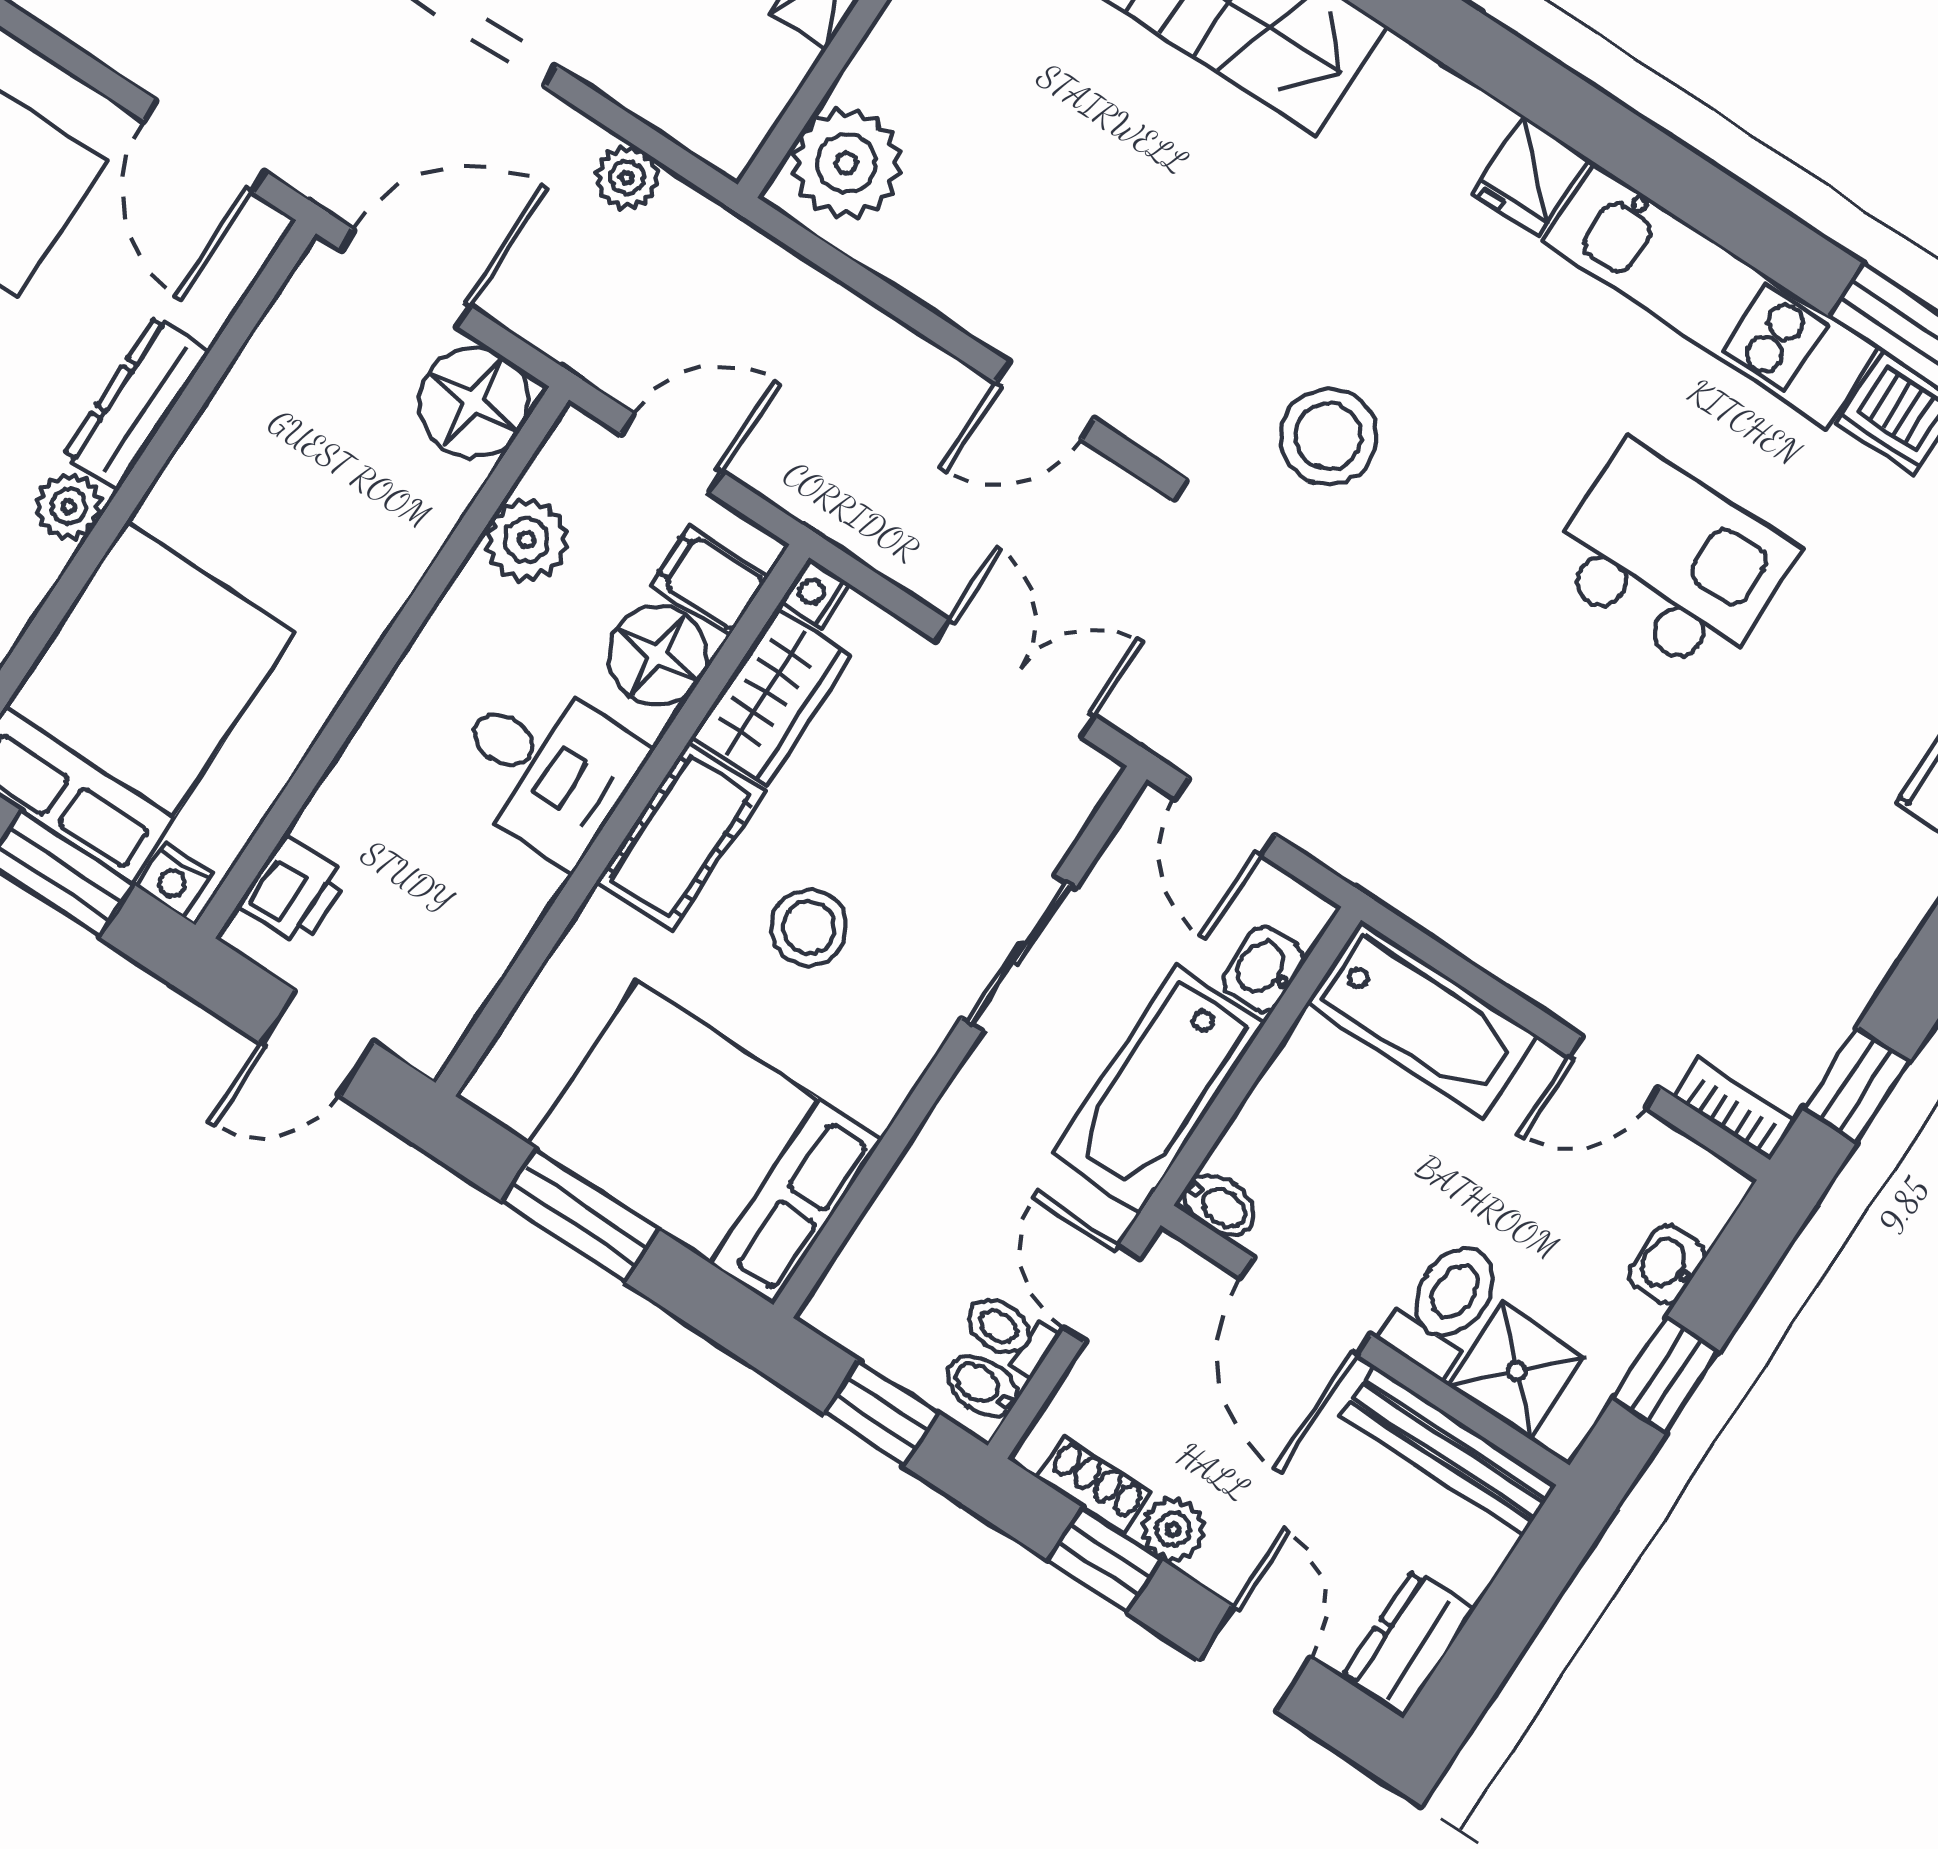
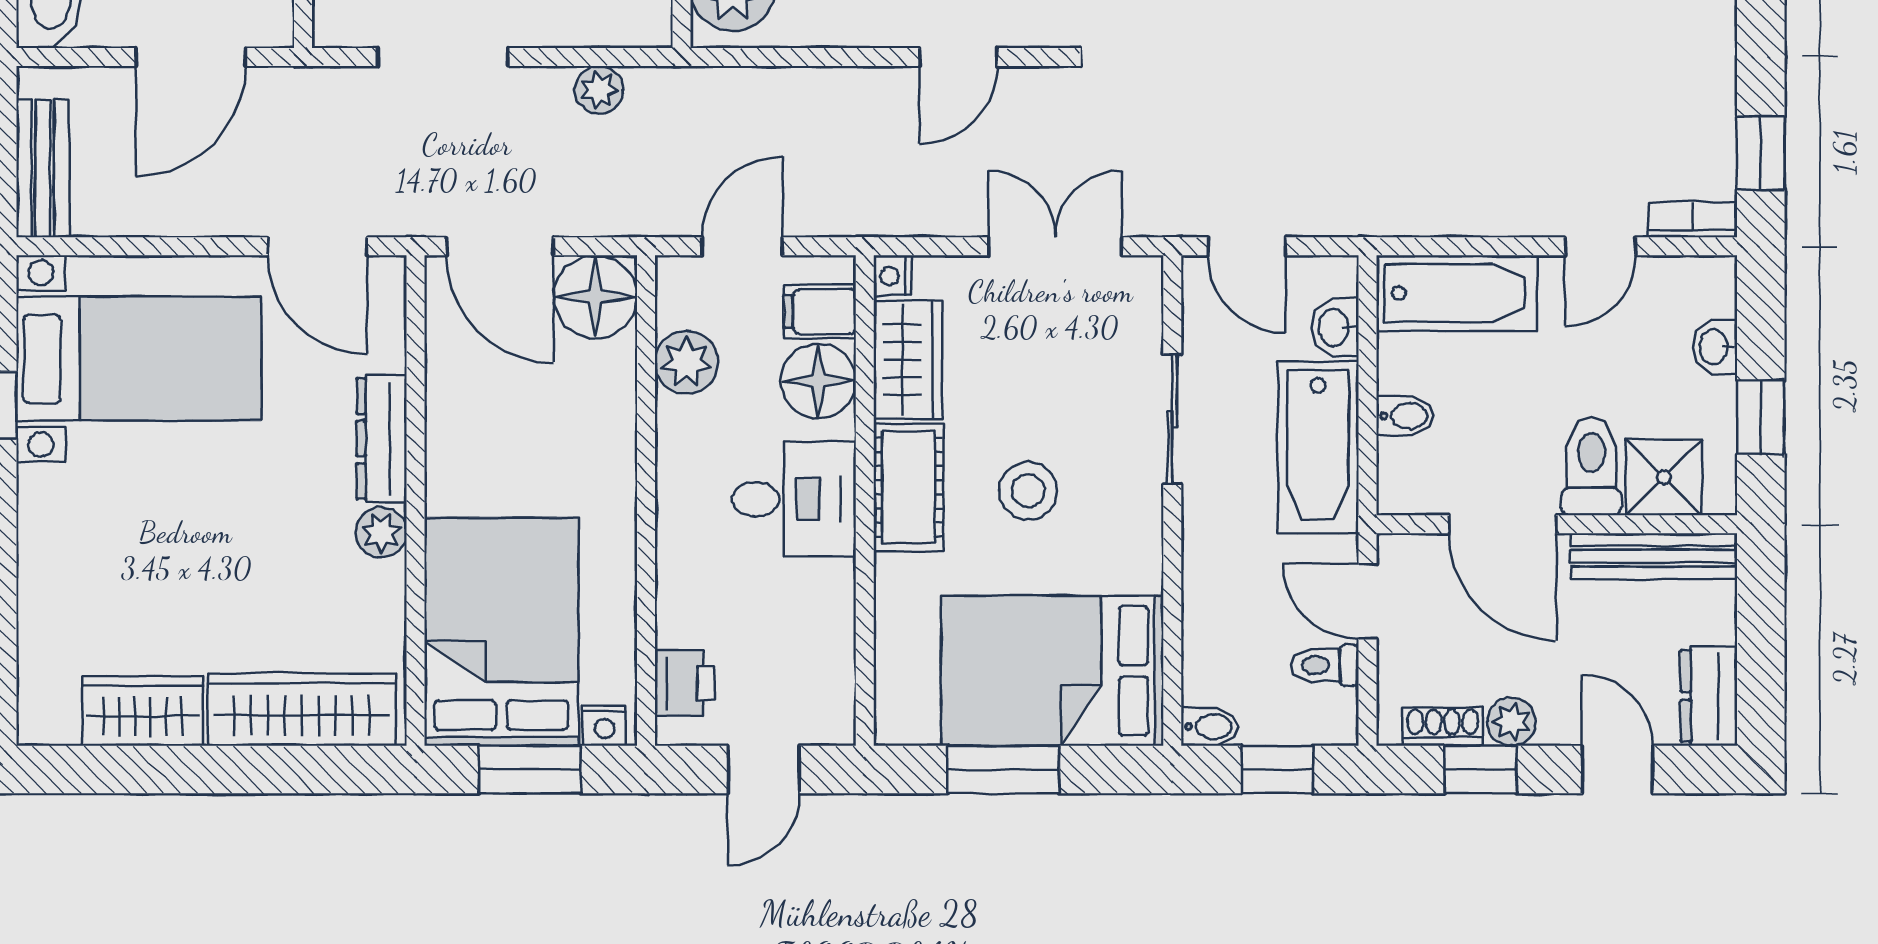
door: (405, 278) -> (500, 246), swing flipped
bidet: (1219, 1205) -> (1405, 416), moved
bidet: (982, 1386) -> (1210, 726), moved, turned 180

